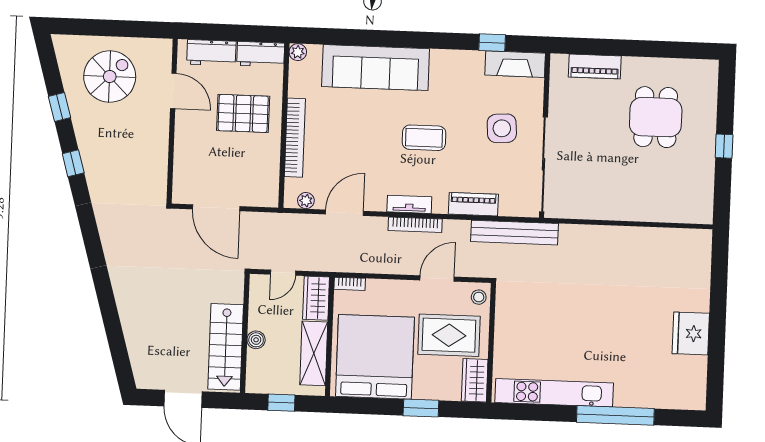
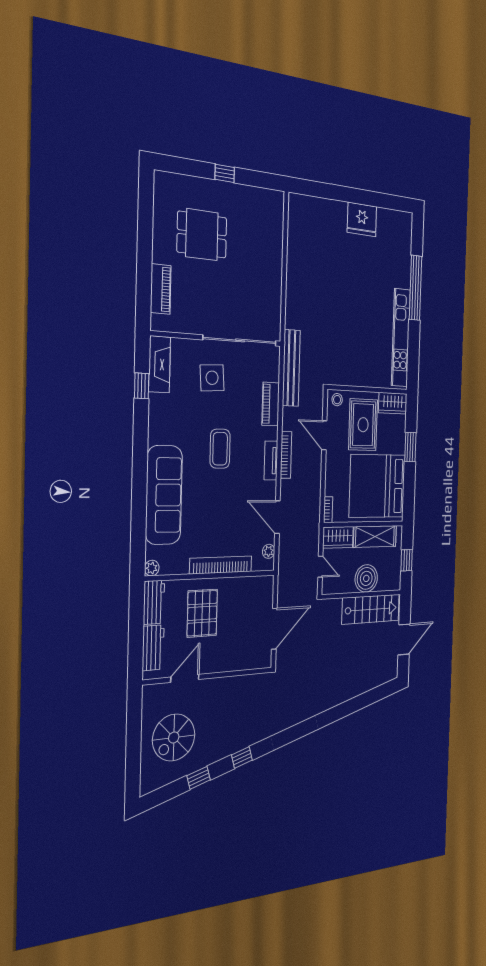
spiral stairs: (110, 77) -> (174, 737), turned -90
boiler: (256, 340) -> (366, 578), width x1.86, depth x1.86

